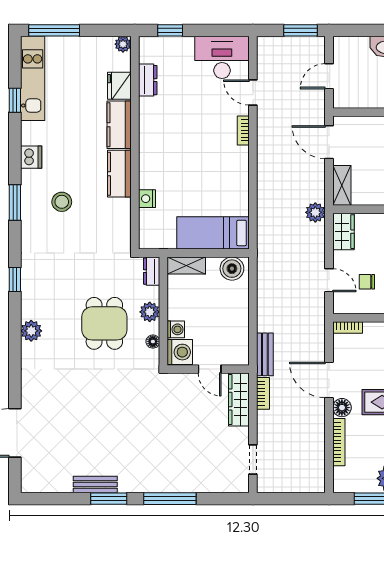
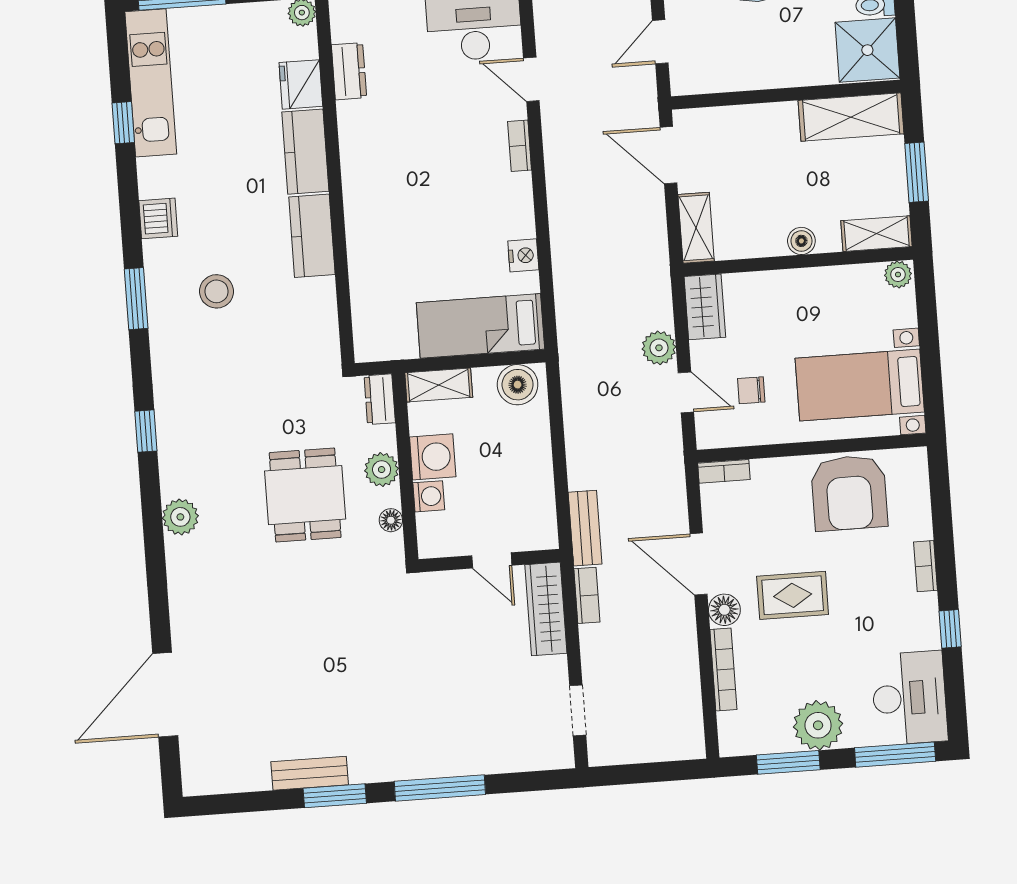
nightstand: (147, 199) -> (523, 255), moved, turned 180
plant: (315, 212) -> (659, 348), moved
washing machine: (180, 352) -> (433, 457), moved

